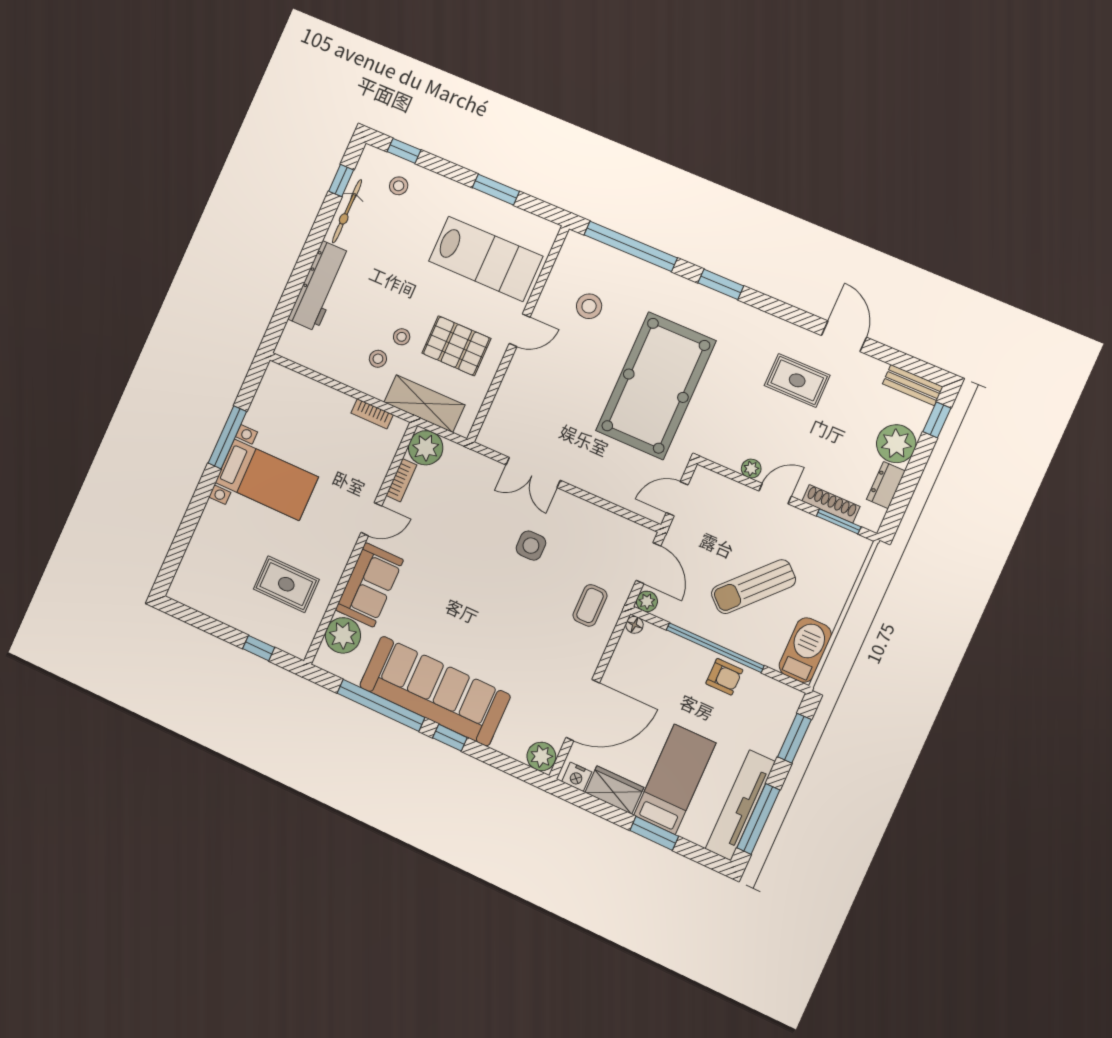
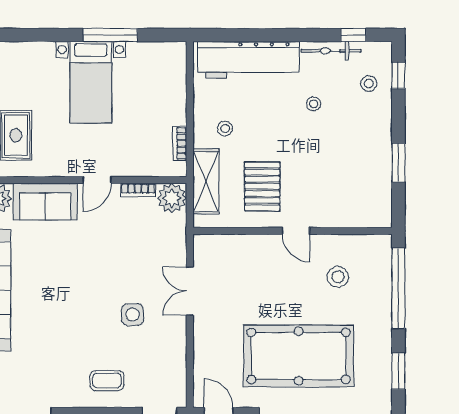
lab bench: (486, 259) -> (341, 179), removed
workbench: (319, 286) -> (249, 60), width x1.36, depth x1.32
stool: (402, 337) -> (314, 104), moved
door: (371, 519) -> (97, 180), hinge flipped

